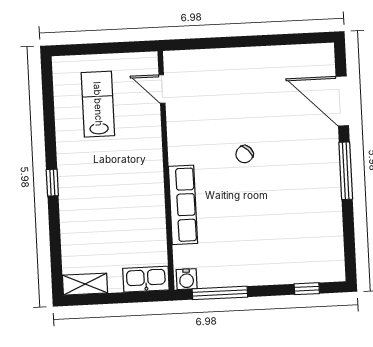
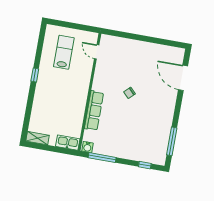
window: (346, 171) -> (172, 141), moved
window: (52, 183) -> (35, 75), moved

